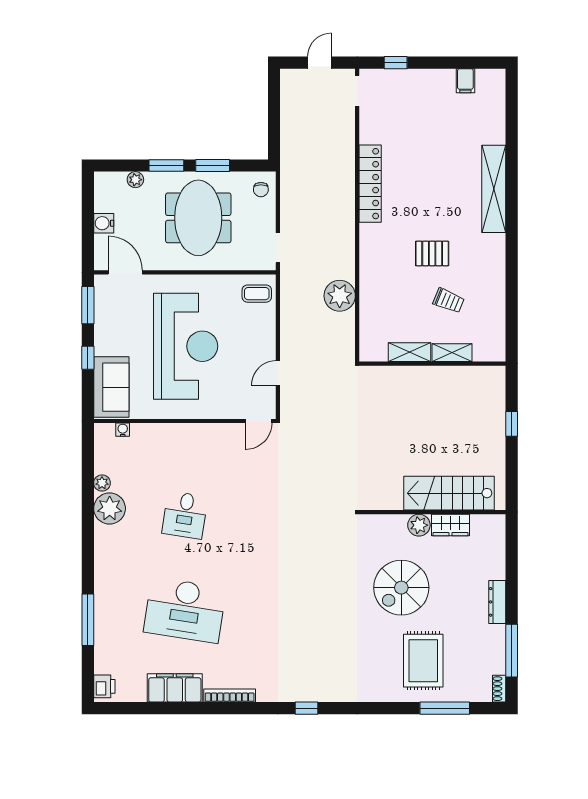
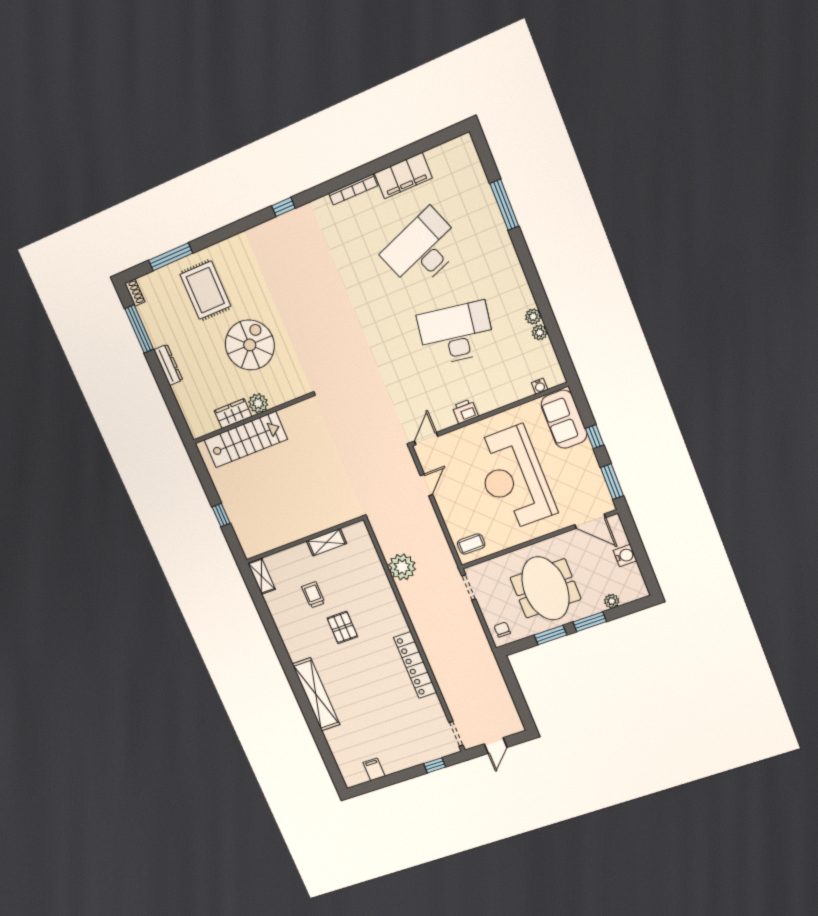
pallet: (432, 253) -> (342, 627), turned 90
trolley: (449, 301) -> (313, 595), turned 68
shelving: (452, 353) -> (261, 576), moved, turned 90
plant: (110, 508) -> (533, 316), width x0.53, depth x0.53
desk: (185, 515) -> (456, 333), width x1.87, depth x1.30
desk: (185, 610) -> (422, 250), turned -30
printer: (104, 686) -> (465, 411), moved, turned 90

